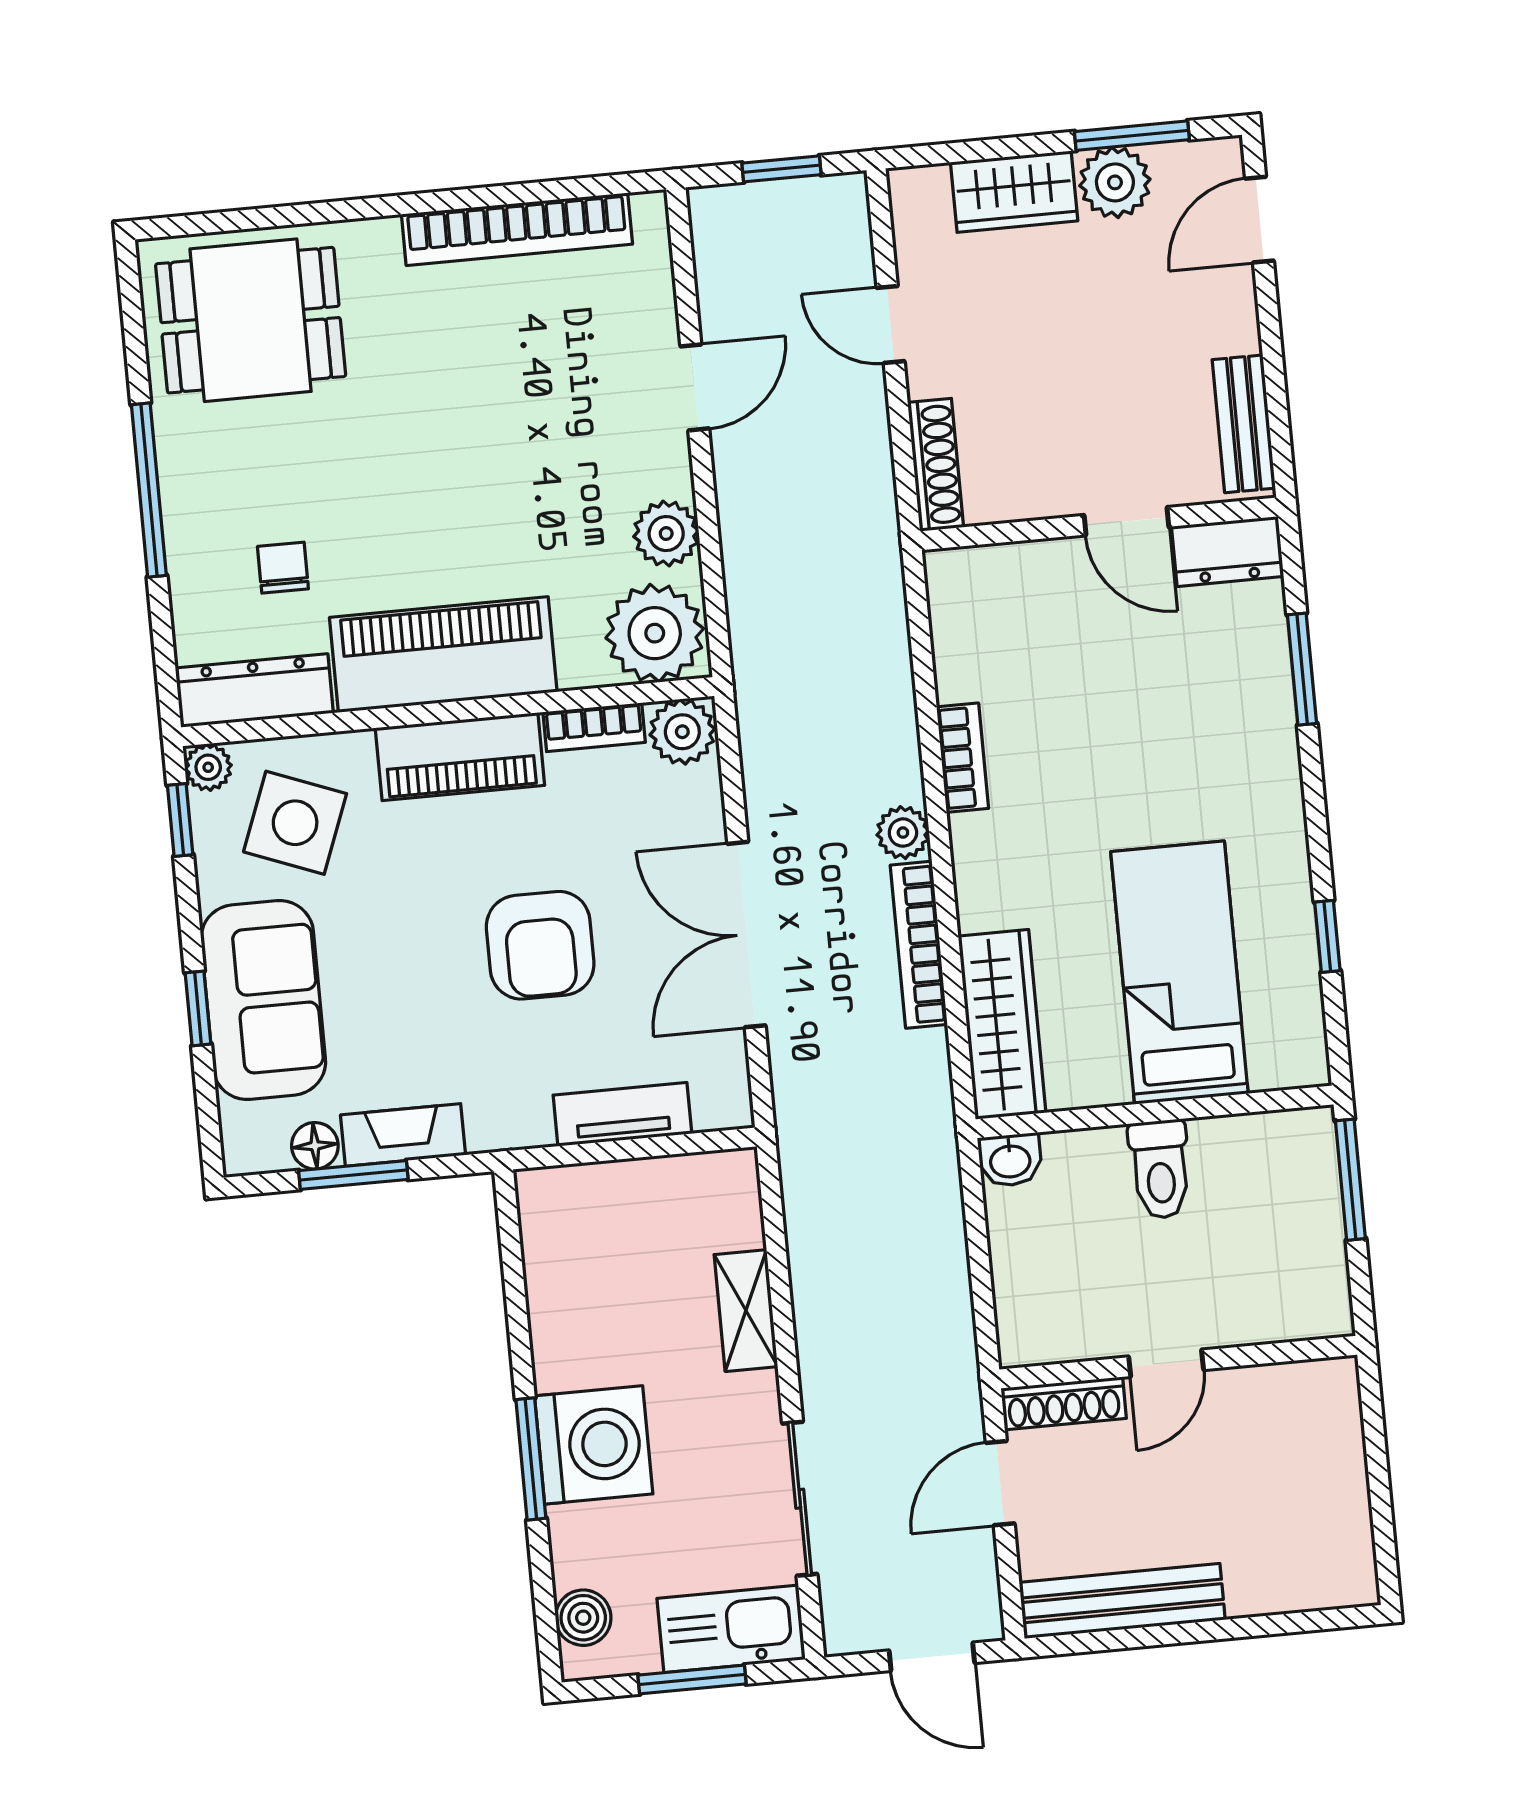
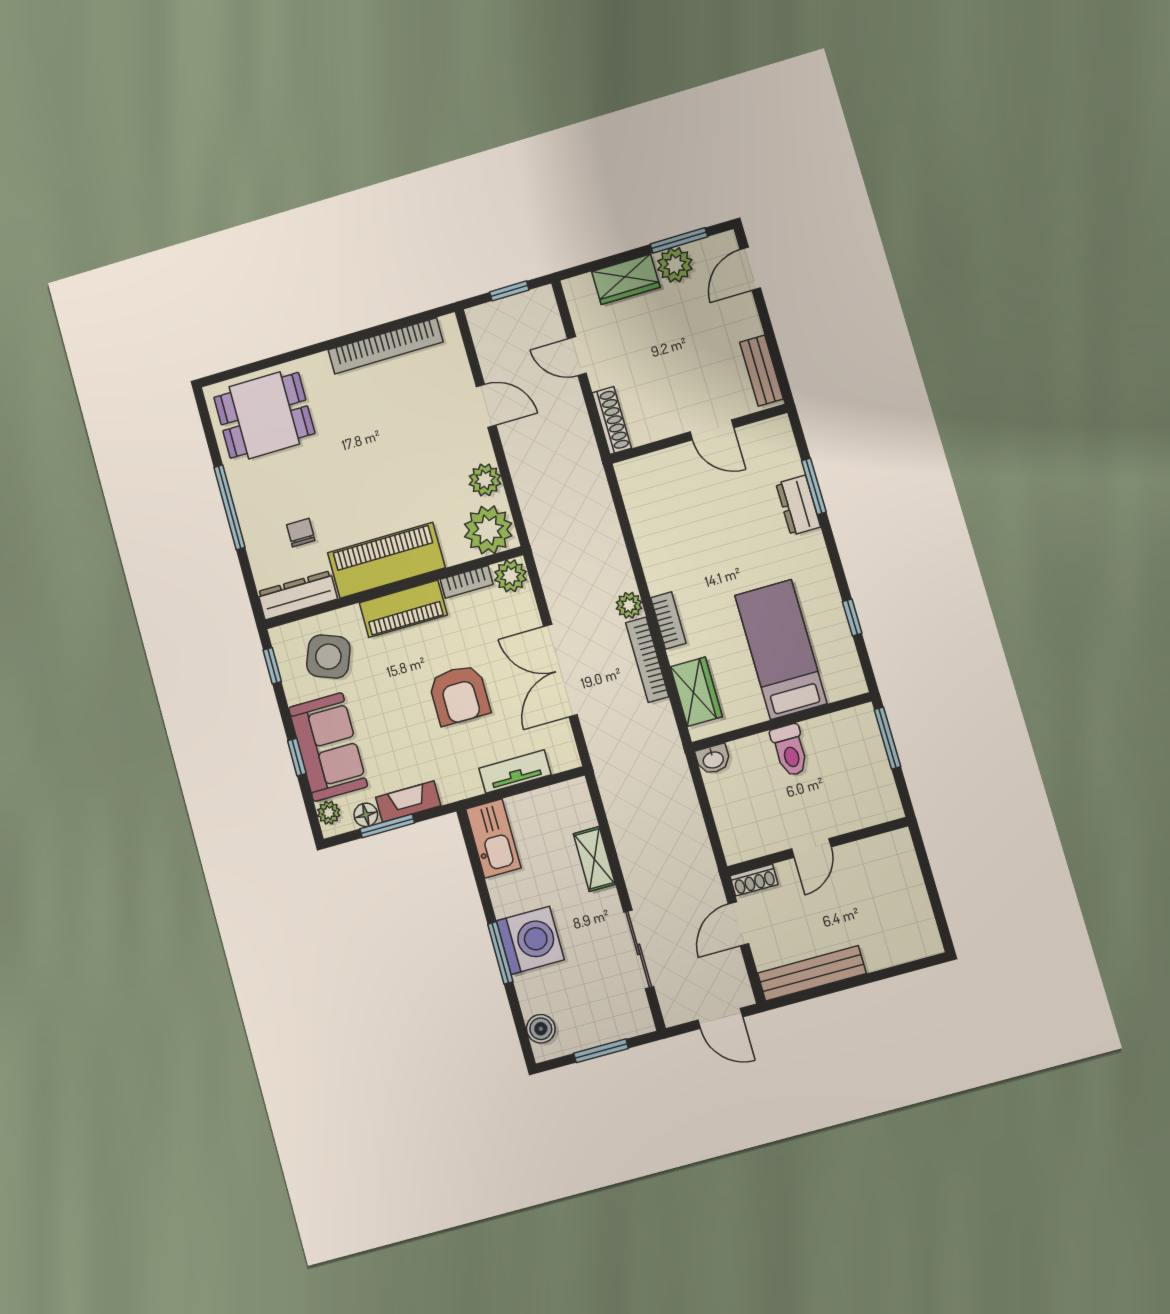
door: (695, 387) -> (486, 406), hinge flipped
dresser: (1228, 551) -> (798, 505), moved, turned 90
bookcase: (962, 758) -> (668, 620), moved
plant: (208, 767) -> (329, 813), moved
wardrobe: (1002, 1024) -> (696, 692), width x0.67
shoe rack: (1064, 1403) -> (754, 880), width x0.70
kitchen sink: (731, 1629) -> (493, 838), moved, turned 90

